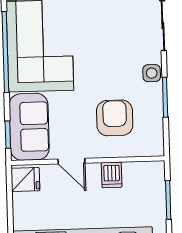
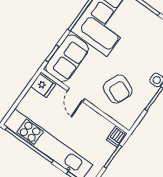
armchair: (115, 118) -> (118, 89), turned 112
dishwasher: (112, 175) -> (117, 137), moved

